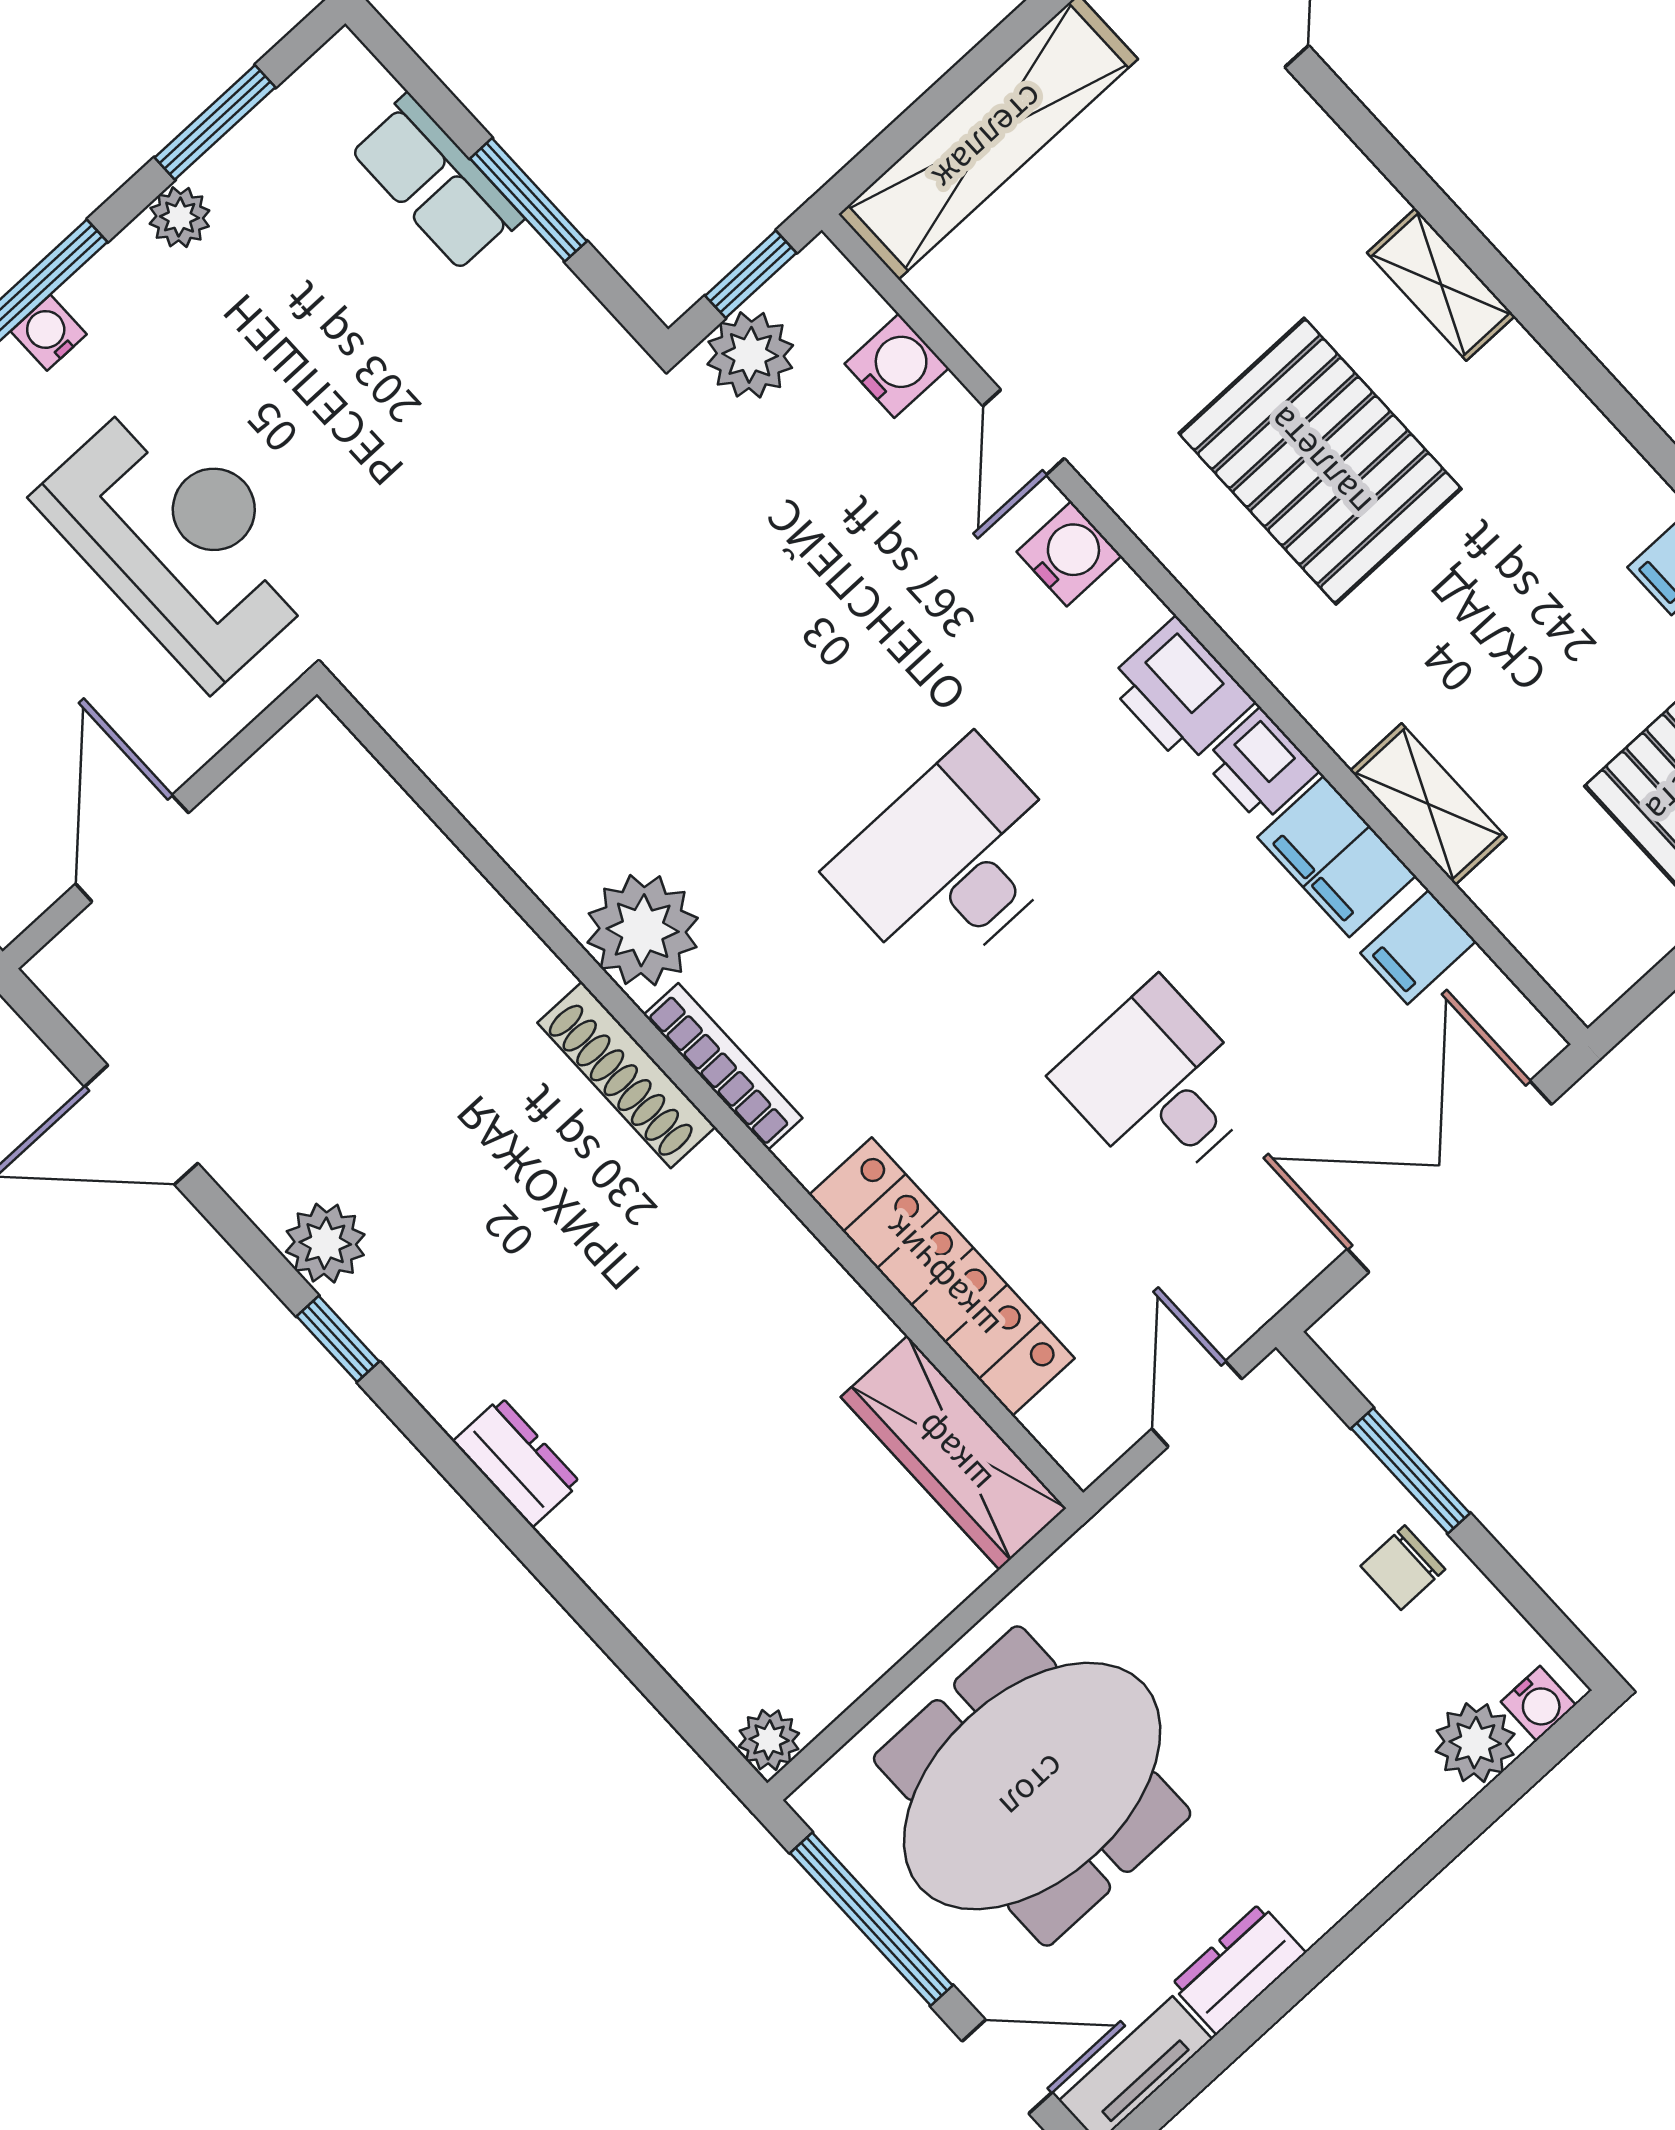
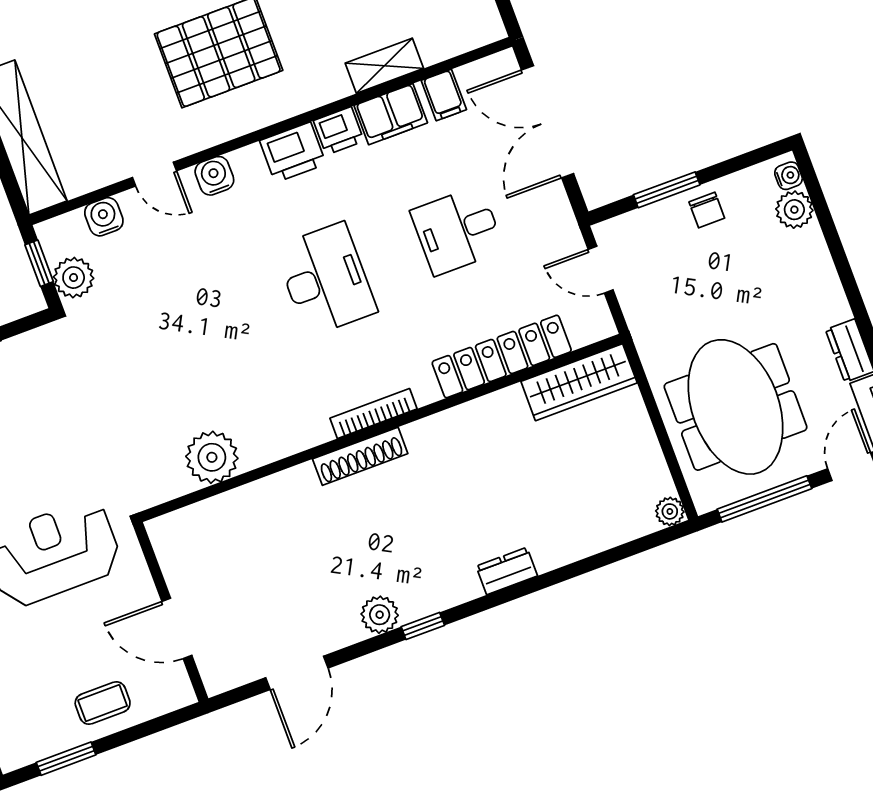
desk: (952, 861) -> (326, 279), turned 180
plant: (643, 930) -> (212, 457), moved

